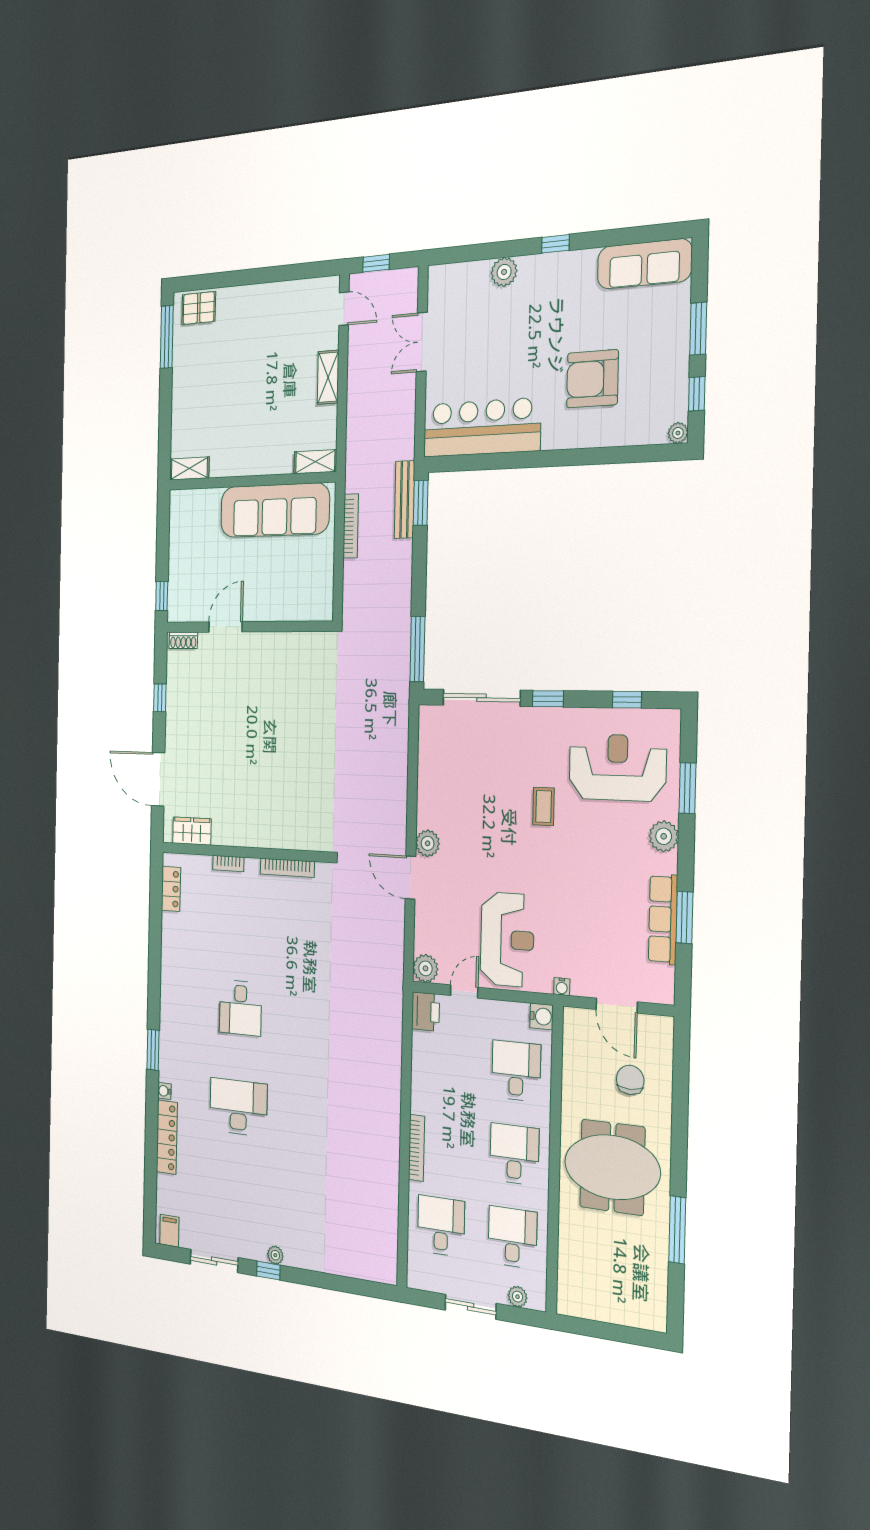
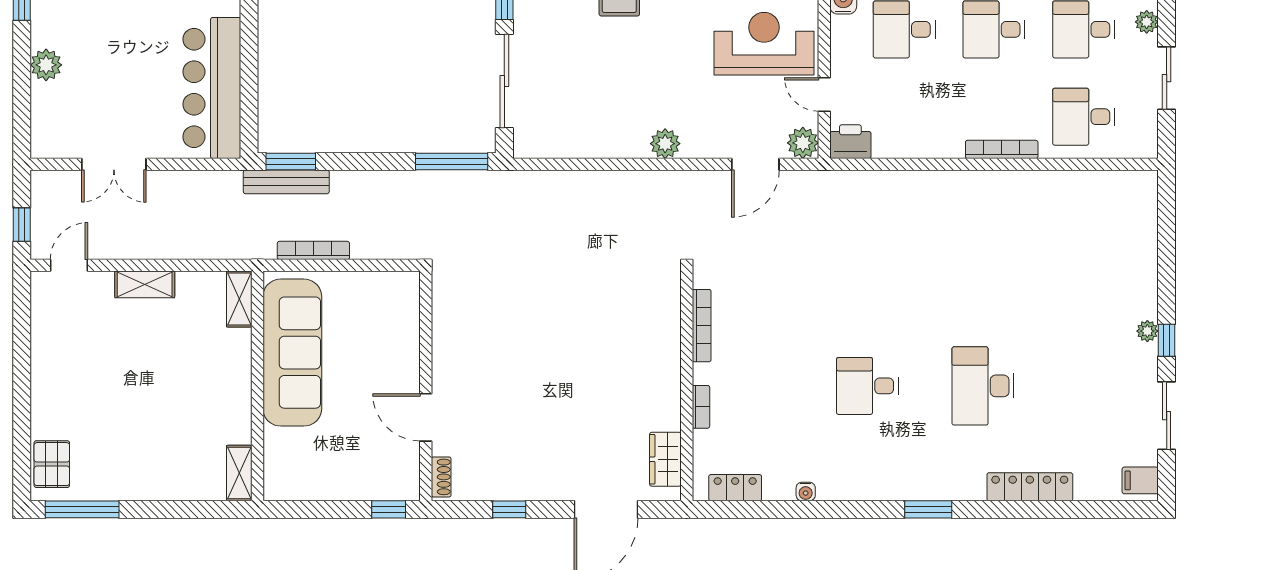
door: (410, 878) -> (755, 164), moved
desk: (240, 1008) -> (867, 386), turned 180
water cooler: (164, 1091) -> (806, 492), moved

